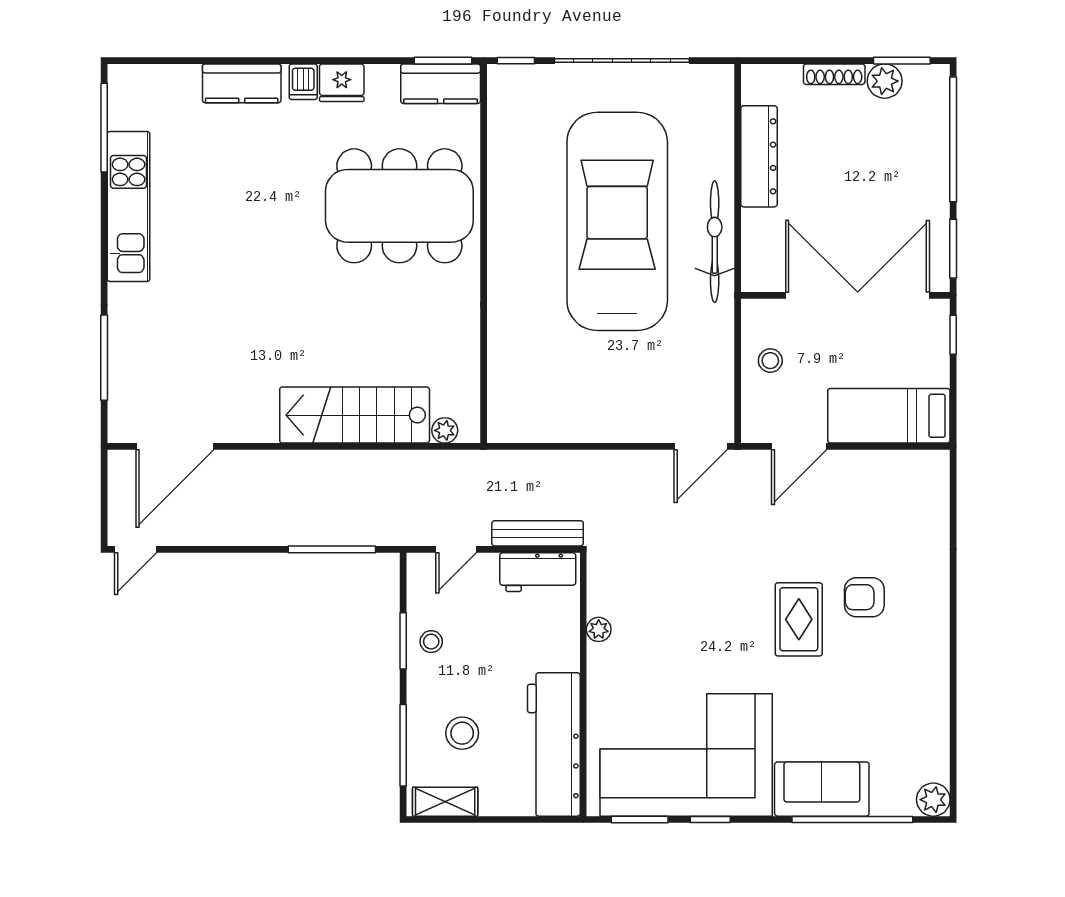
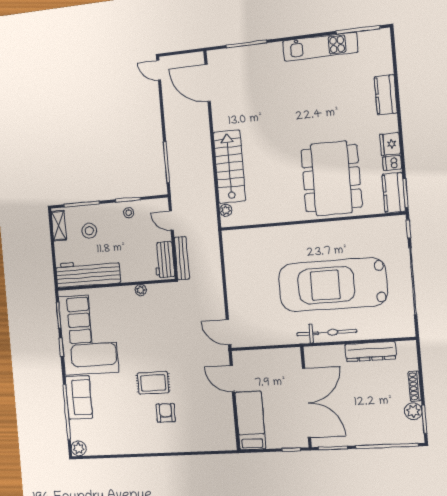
dishwasher: (303, 82) -> (392, 163), moved
car: (617, 221) -> (333, 285), turned 180
stool: (770, 361) -> (272, 363), removed

